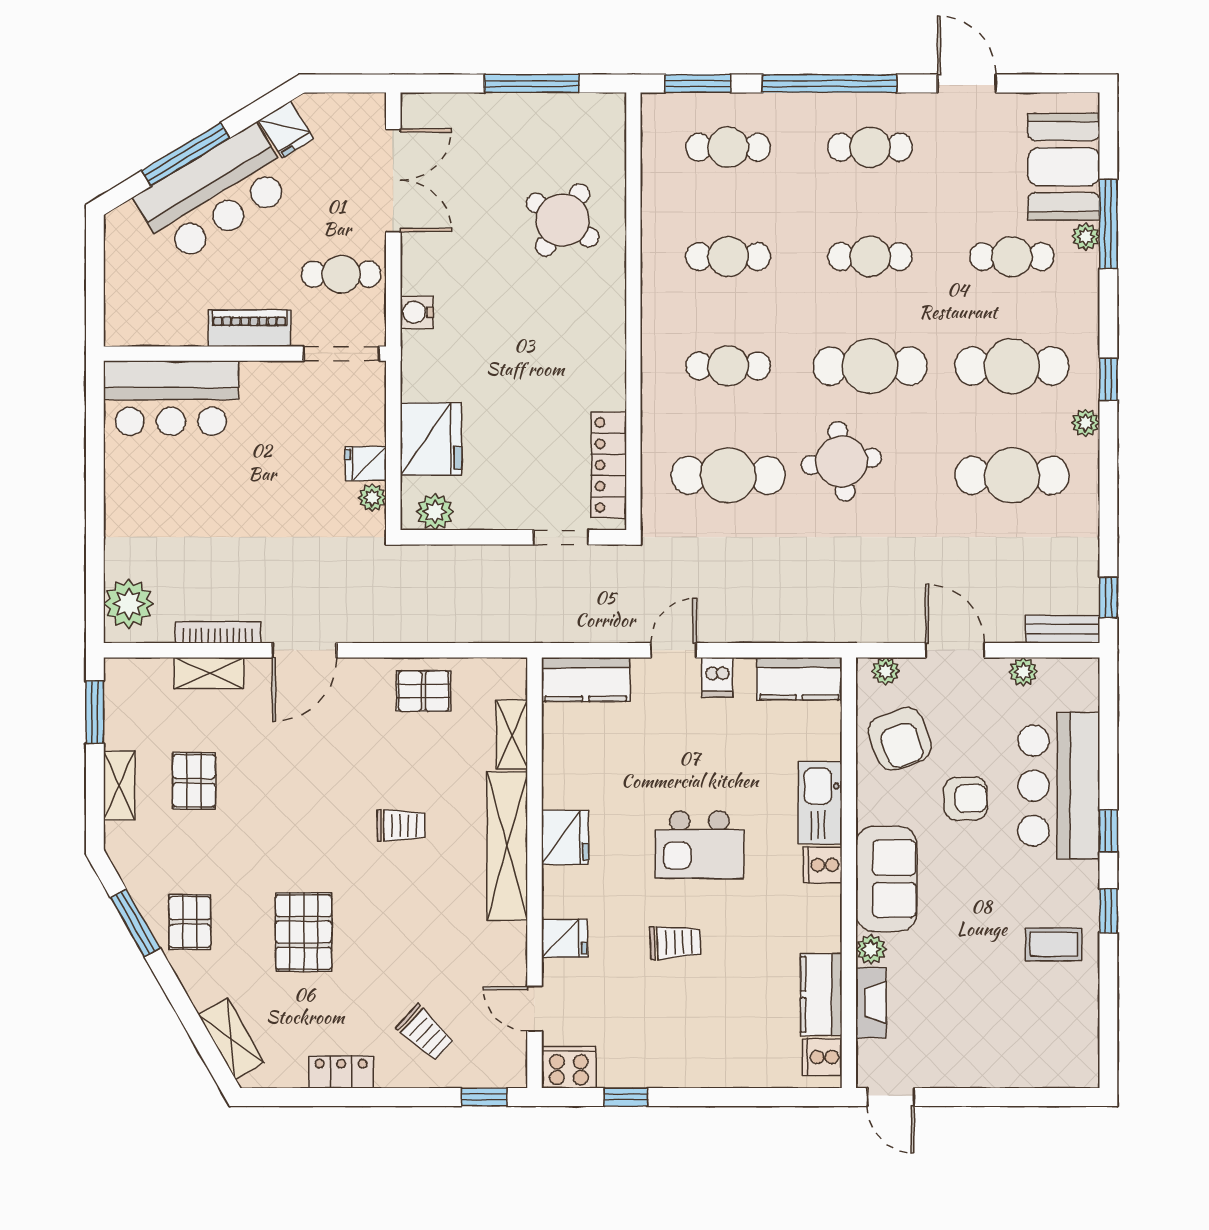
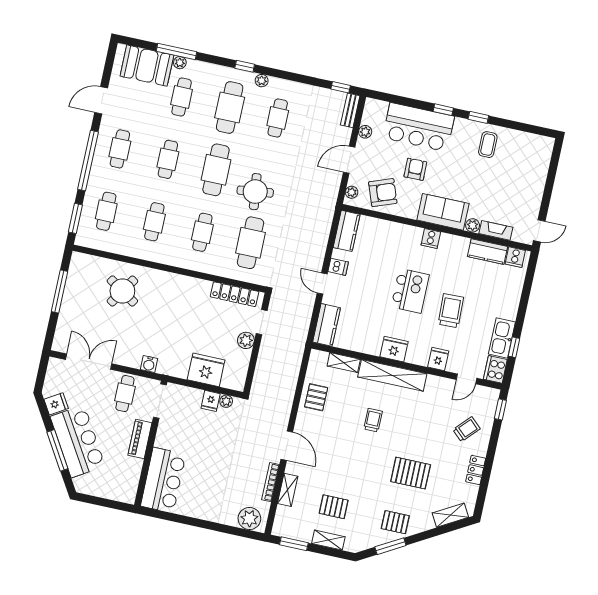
cafe table: (1012, 475) -> (278, 118), width x0.73, depth x0.74
plant: (435, 512) -> (246, 340), moved
kitchen sink: (820, 803) -> (502, 338), moved, turned 90
trolley: (675, 943) -> (451, 311), width x1.36, depth x1.39

